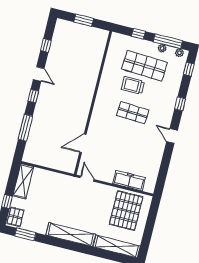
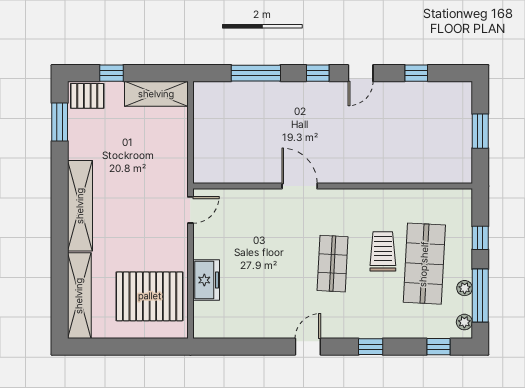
door: (83, 143) -> (300, 186), moved
freezer: (129, 181) -> (206, 280), width x0.71

